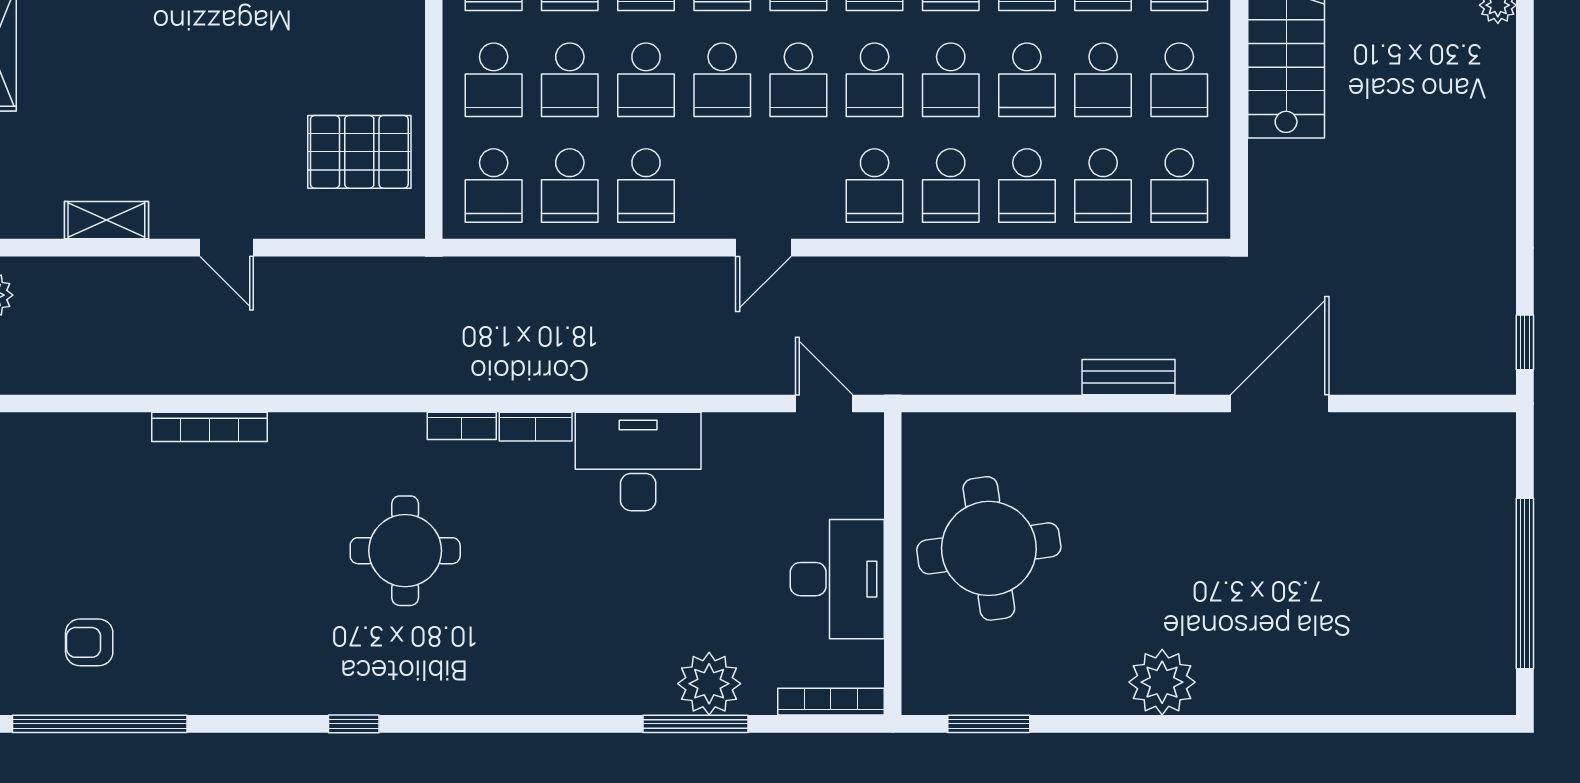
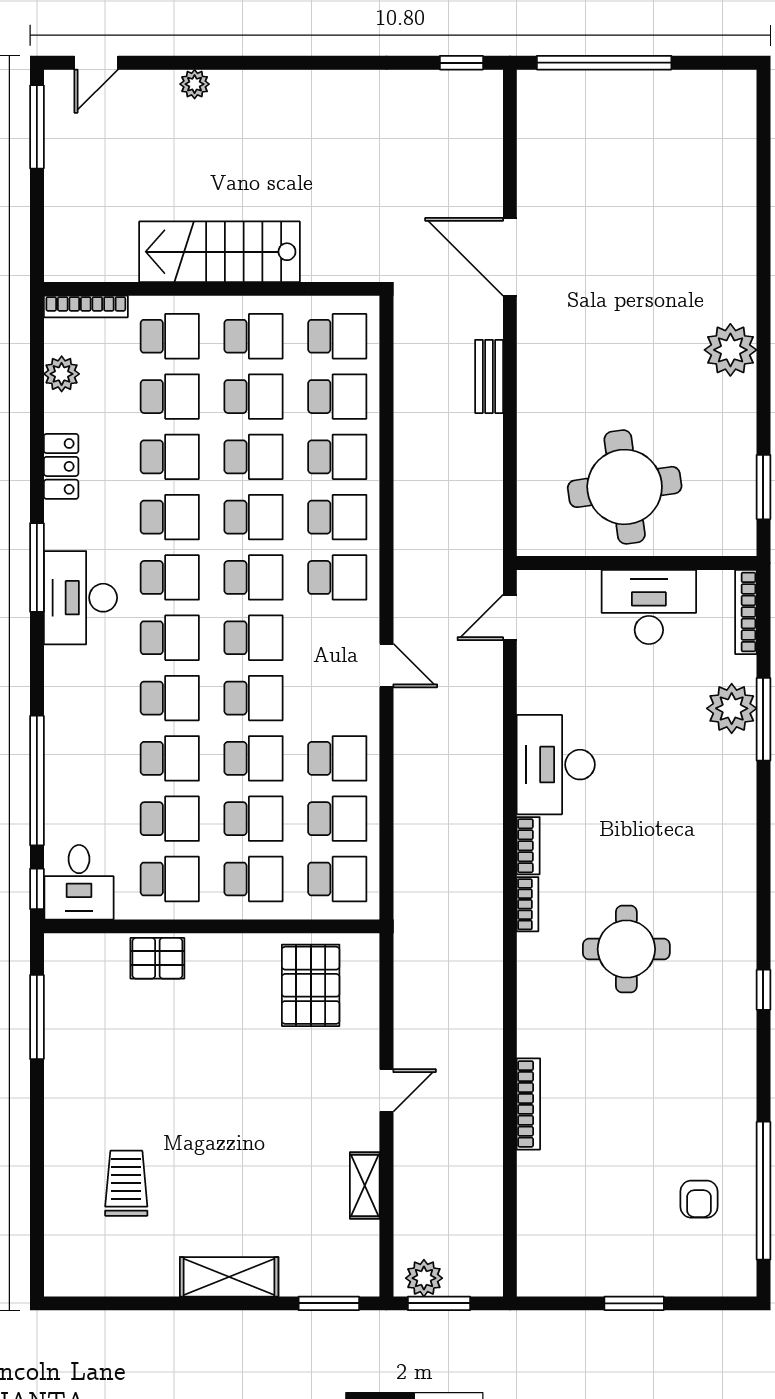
window: (1525, 584) -> (604, 63), moved

